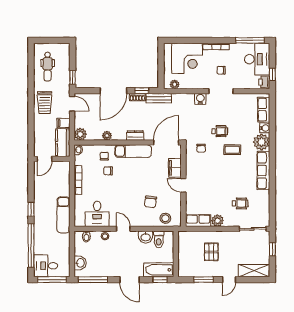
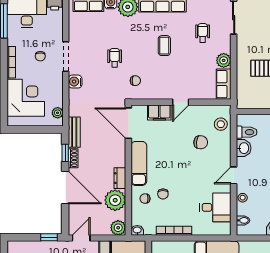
plant: (107, 136) -> (115, 200), width x1.88, depth x1.88
dresser: (135, 136) -> (120, 178), moved
coffee table: (232, 150) -> (164, 46), moved

